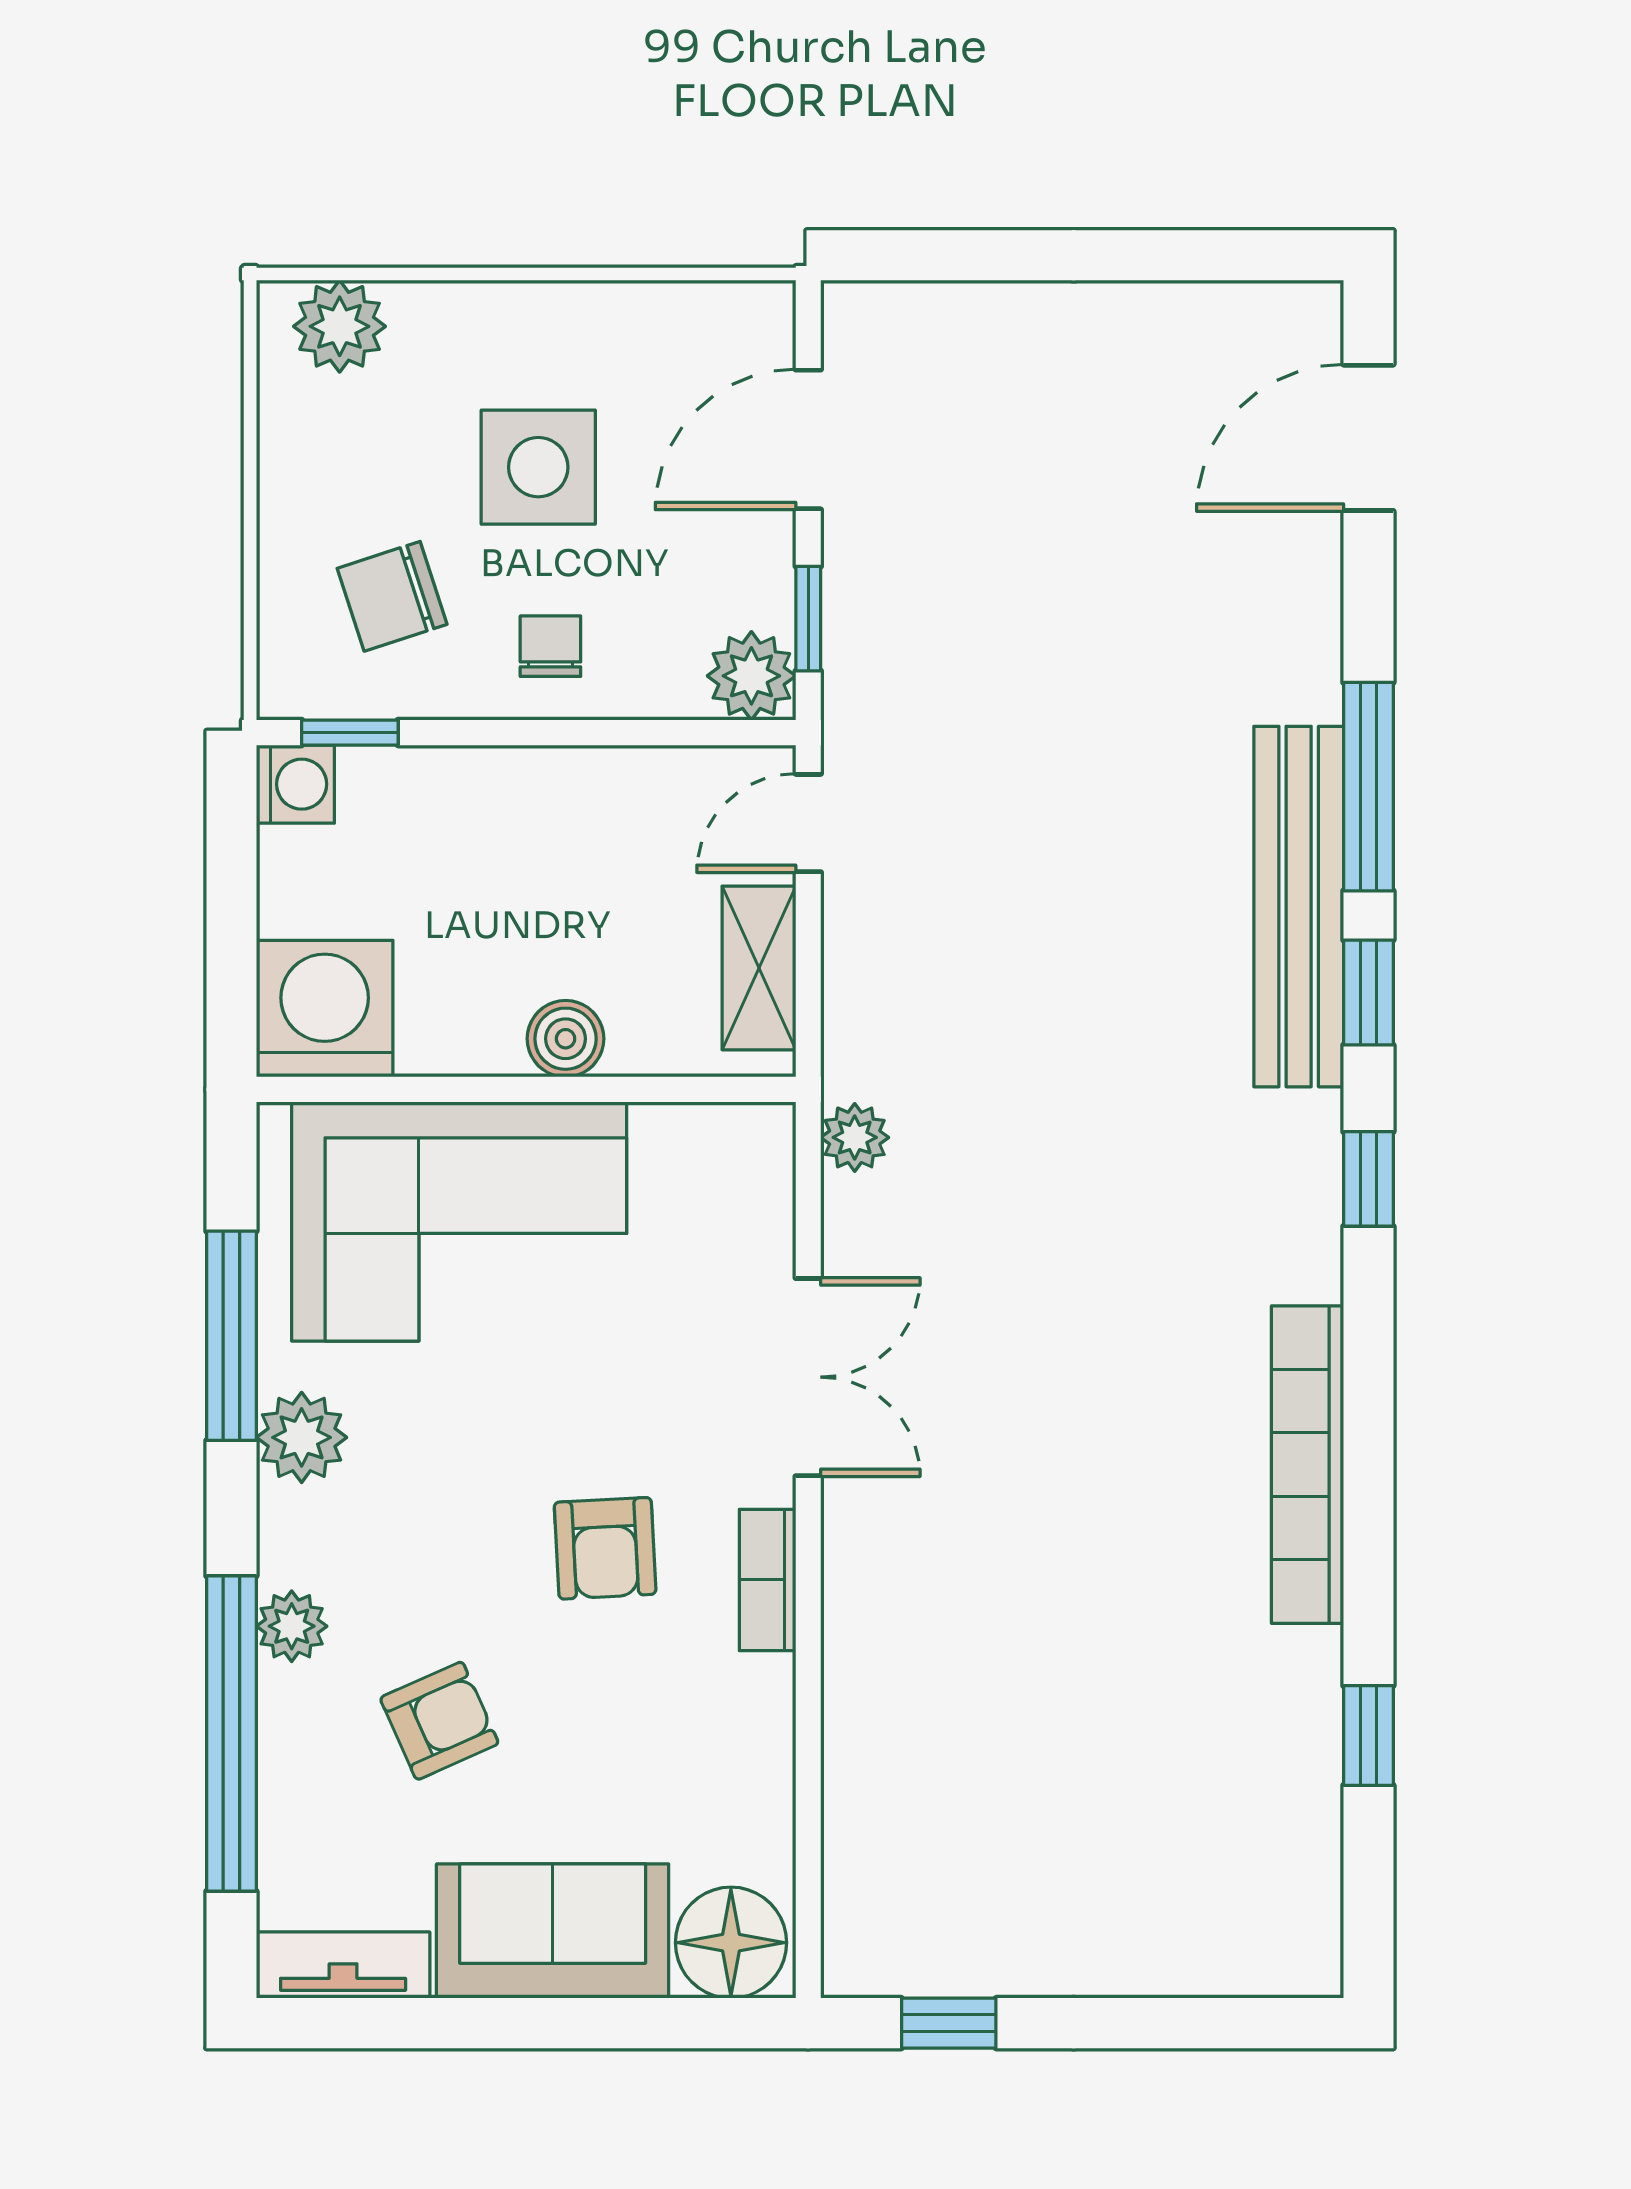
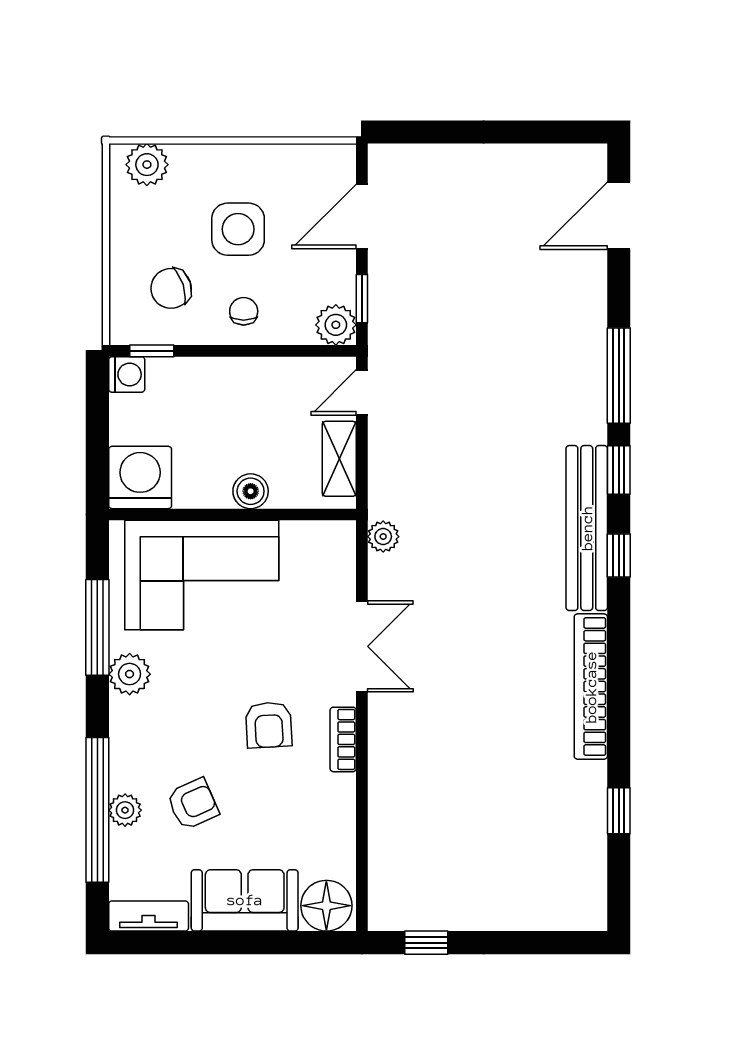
bench: (1299, 907) -> (587, 528), moved
plant: (292, 1626) -> (125, 810), moved

